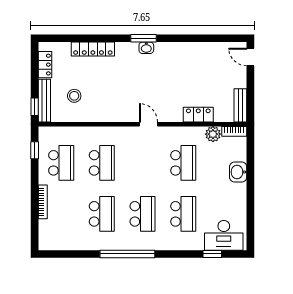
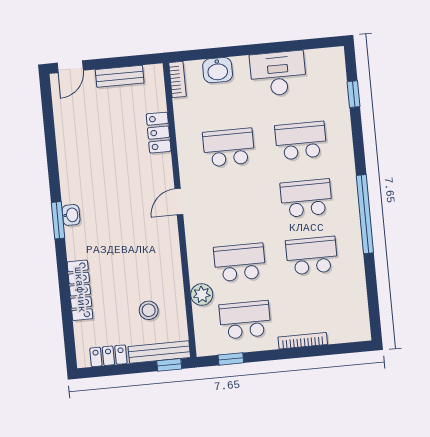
bench: (240, 105) -> (120, 76), moved
plant: (213, 134) -> (202, 295), moved
washbasin: (238, 172) -> (218, 70), moved
desk: (224, 235) -> (278, 74), moved, turned -90

